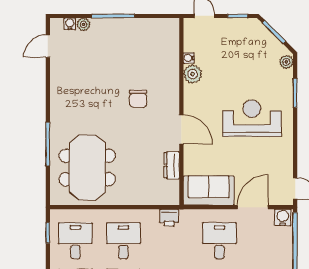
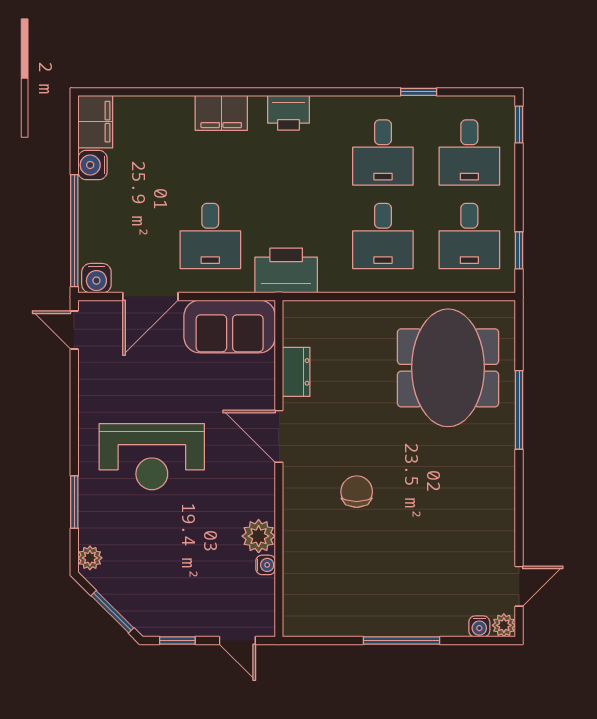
plant: (84, 24) -> (504, 625), moved
printer: (169, 218) -> (286, 270), width x1.87, depth x1.48

